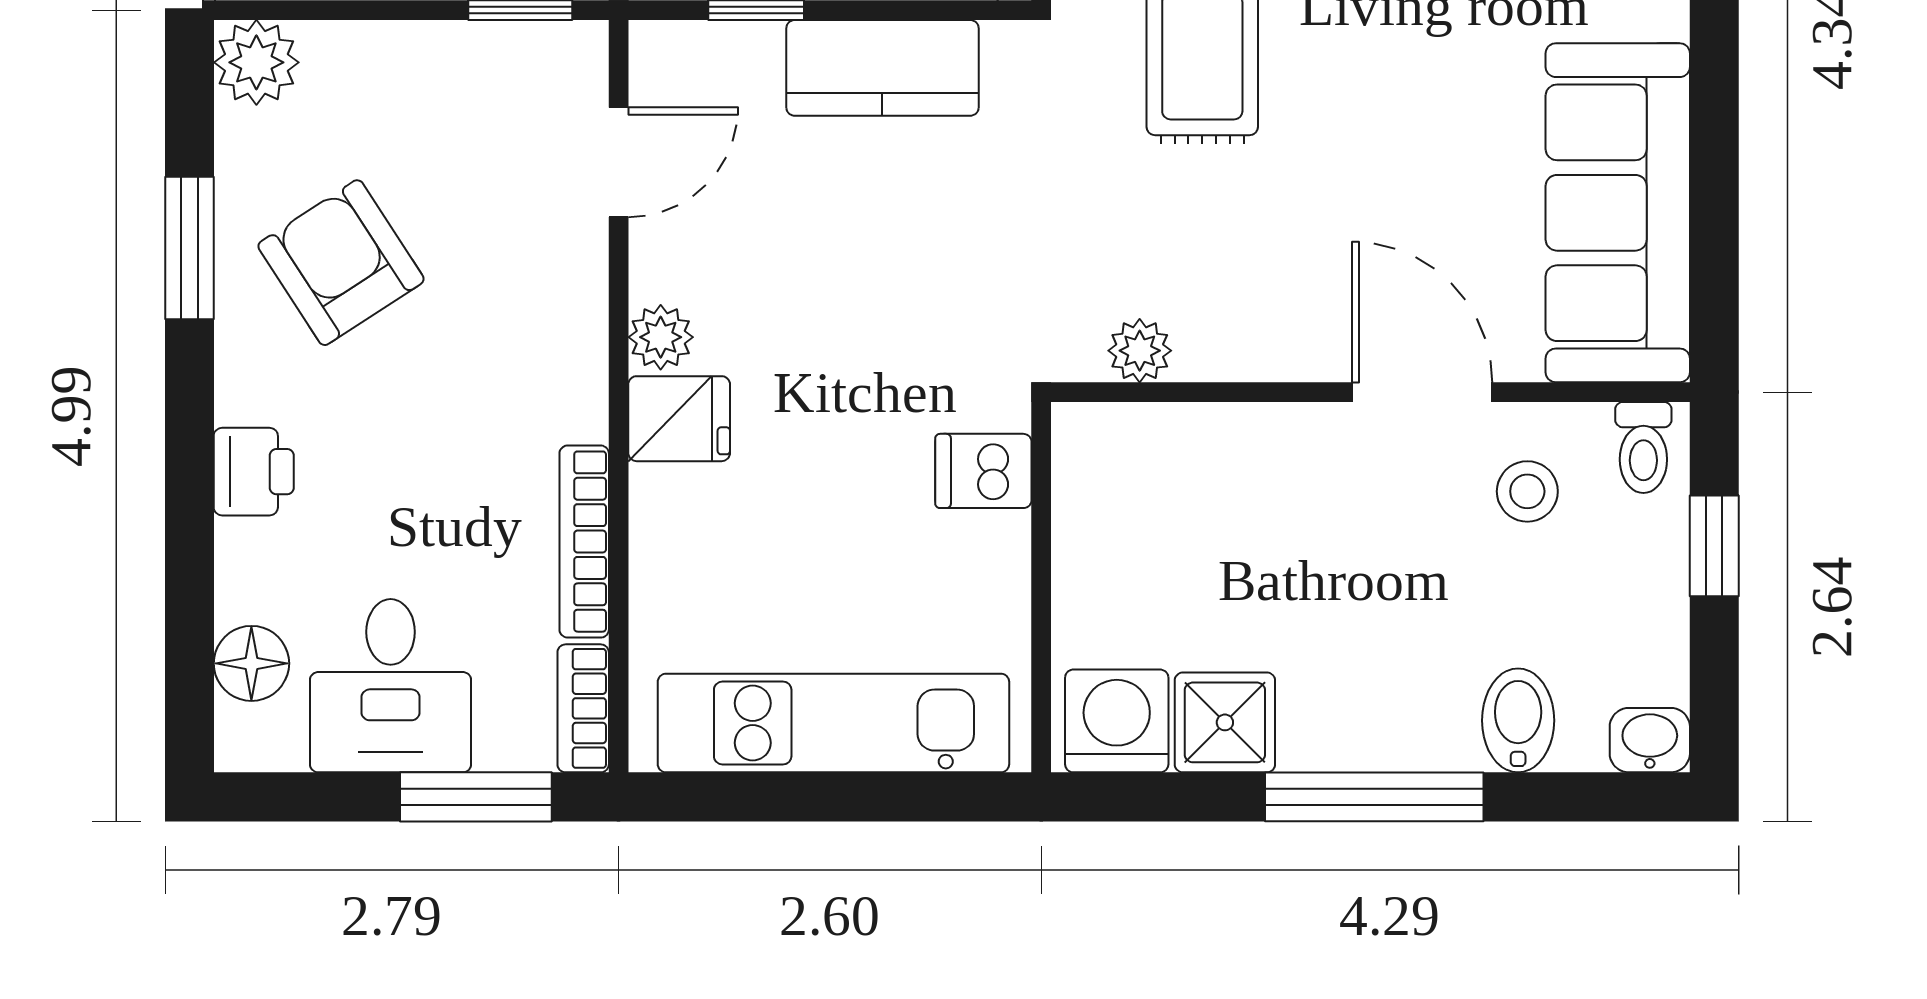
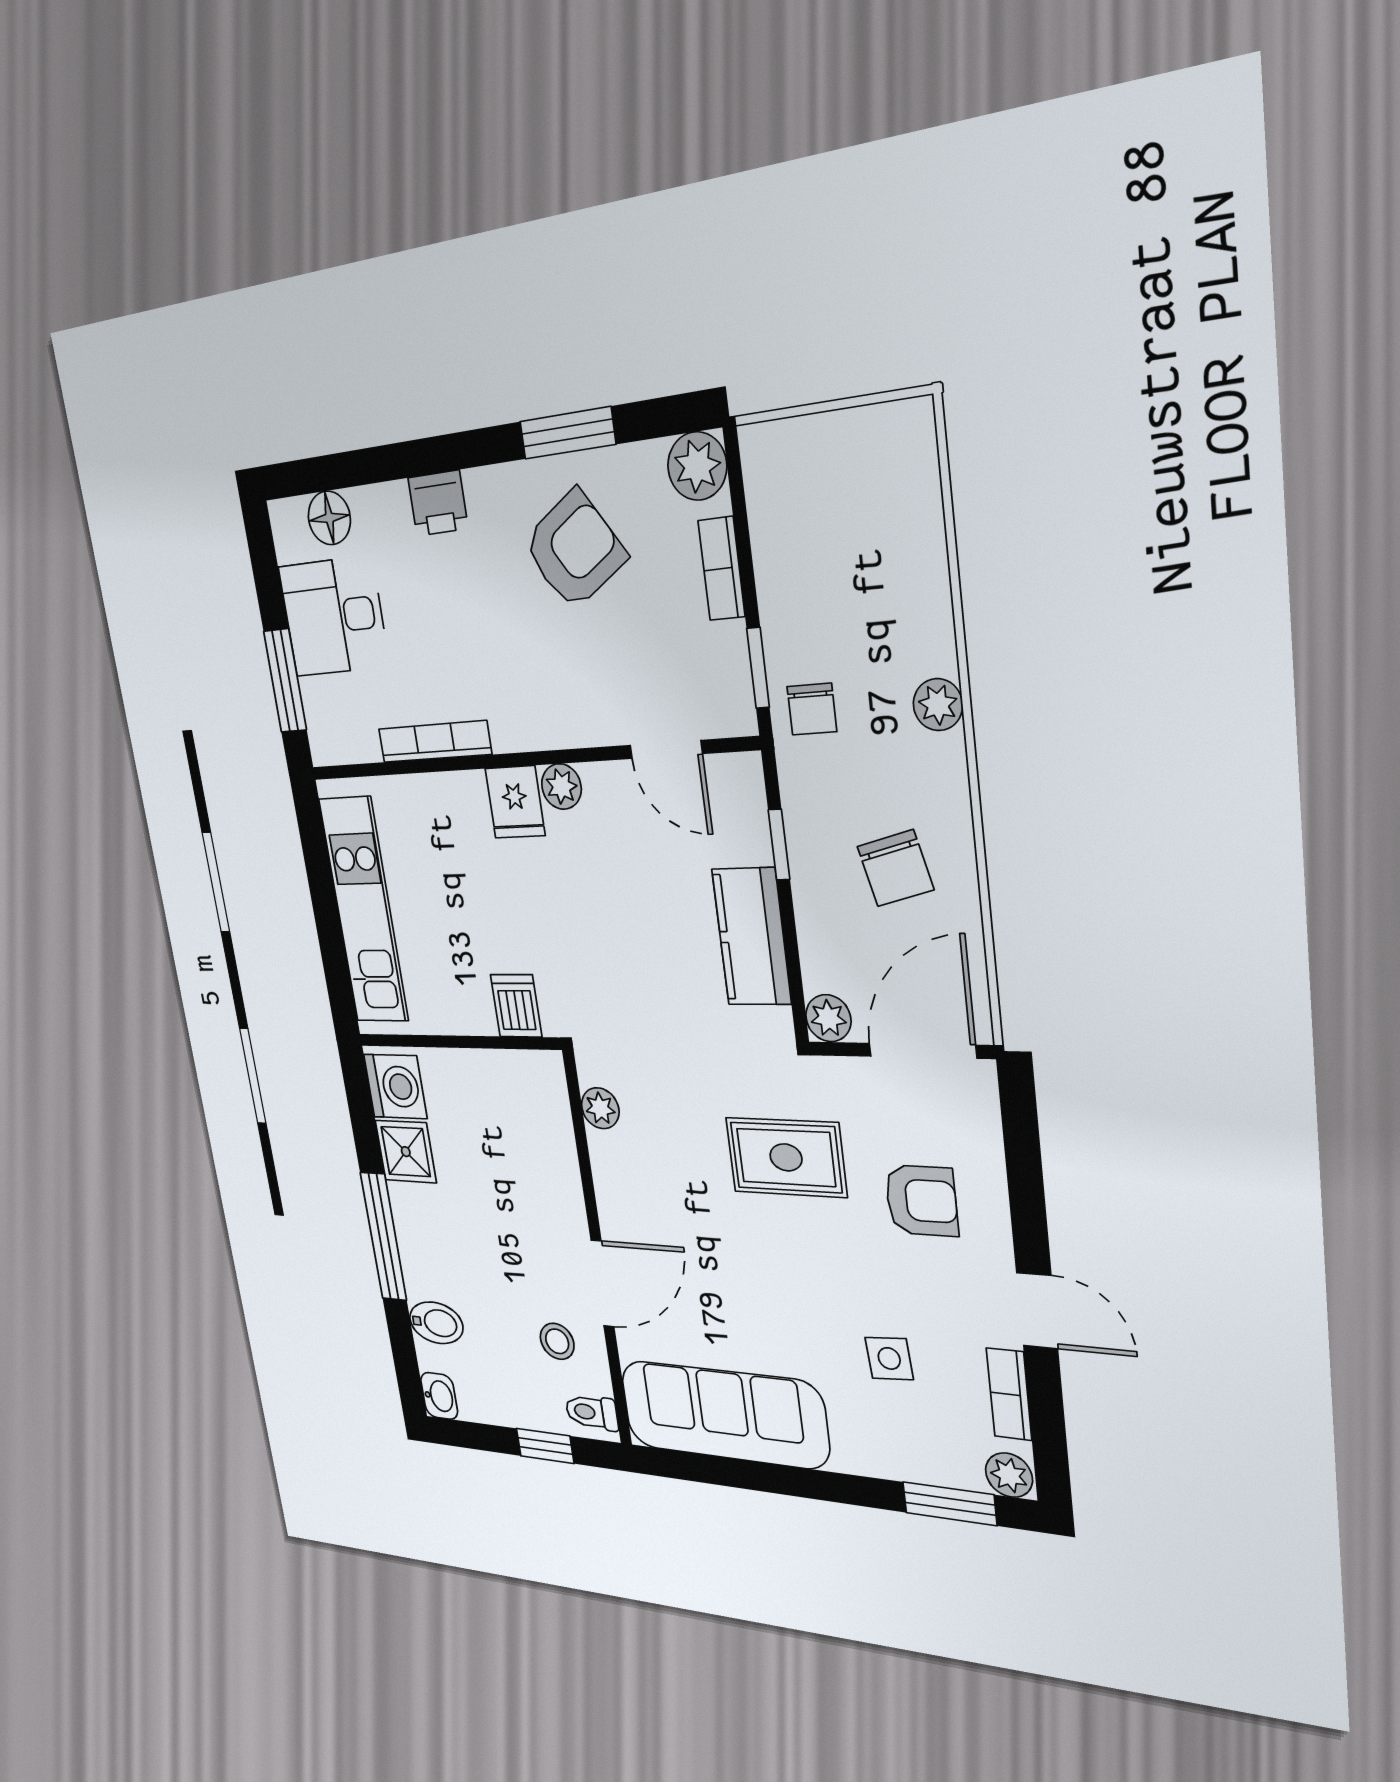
bookcase: (583, 708) -> (722, 569), moved, turned -90

